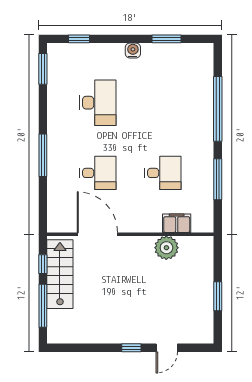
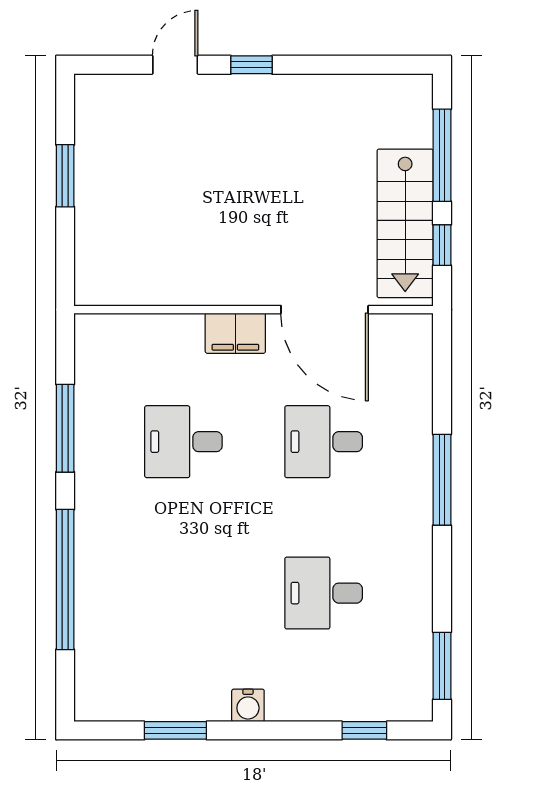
desk: (98, 103) -> (324, 593), width x0.73
filing cabinet: (177, 223) -> (235, 333), moved
plant: (166, 248) -> (176, 280), removed

